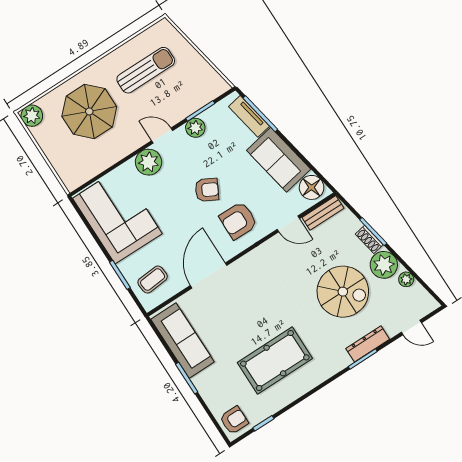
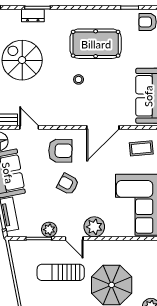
sun lounger: (146, 70) -> (61, 272), moved
stool: (268, 310) -> (79, 79), added
dresser: (368, 344) -> (33, 15), width x0.70

